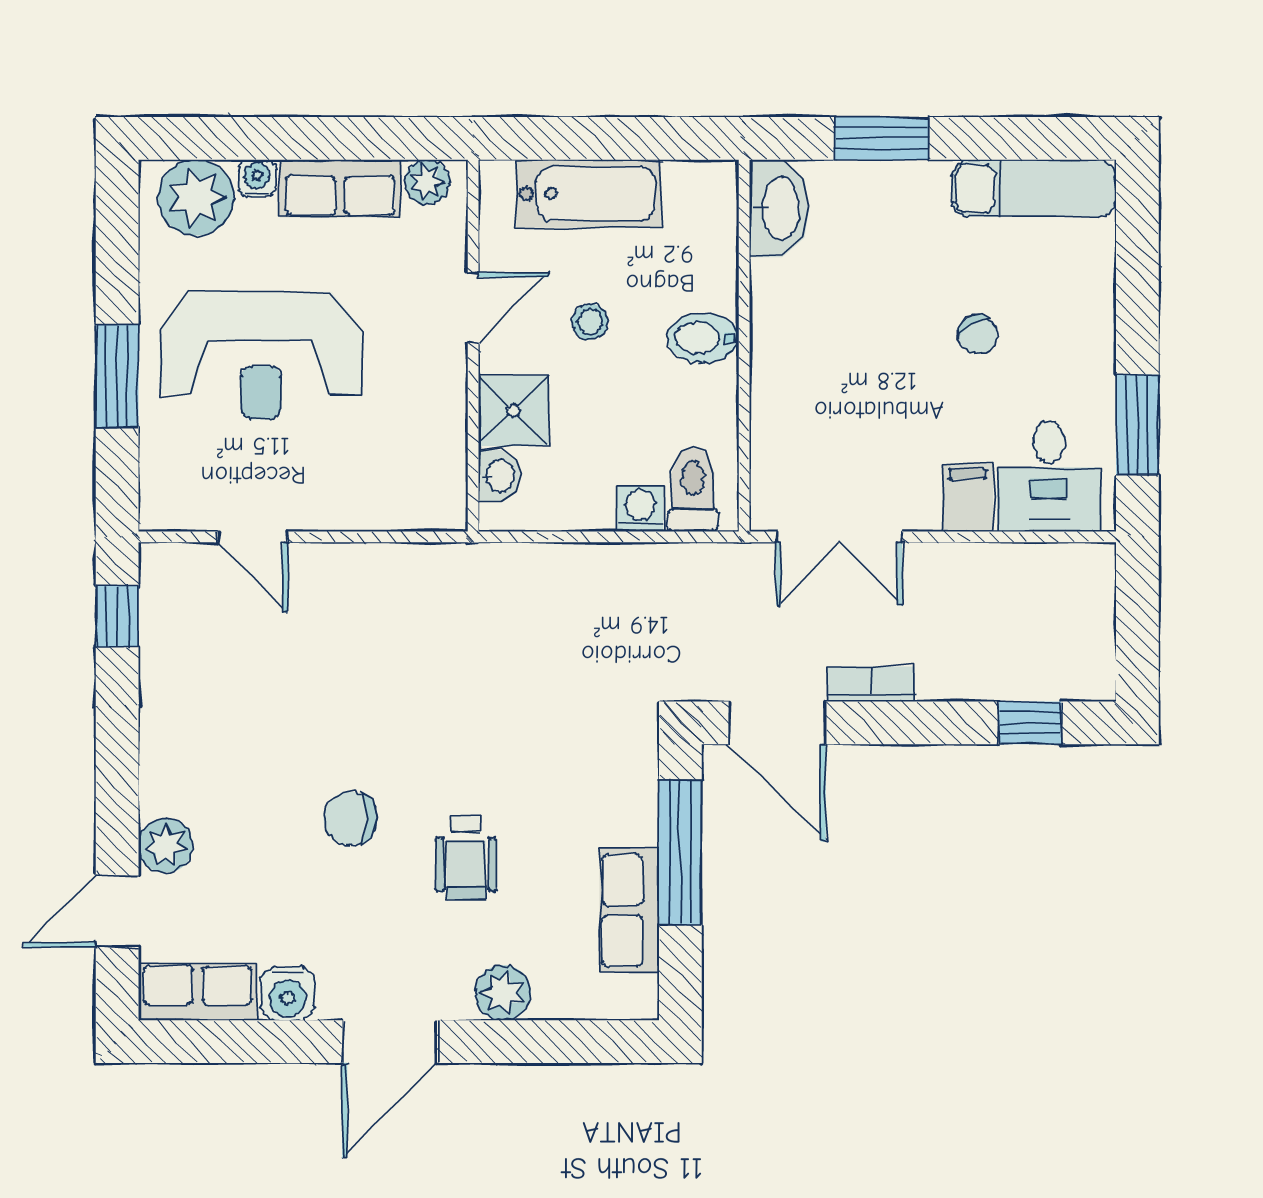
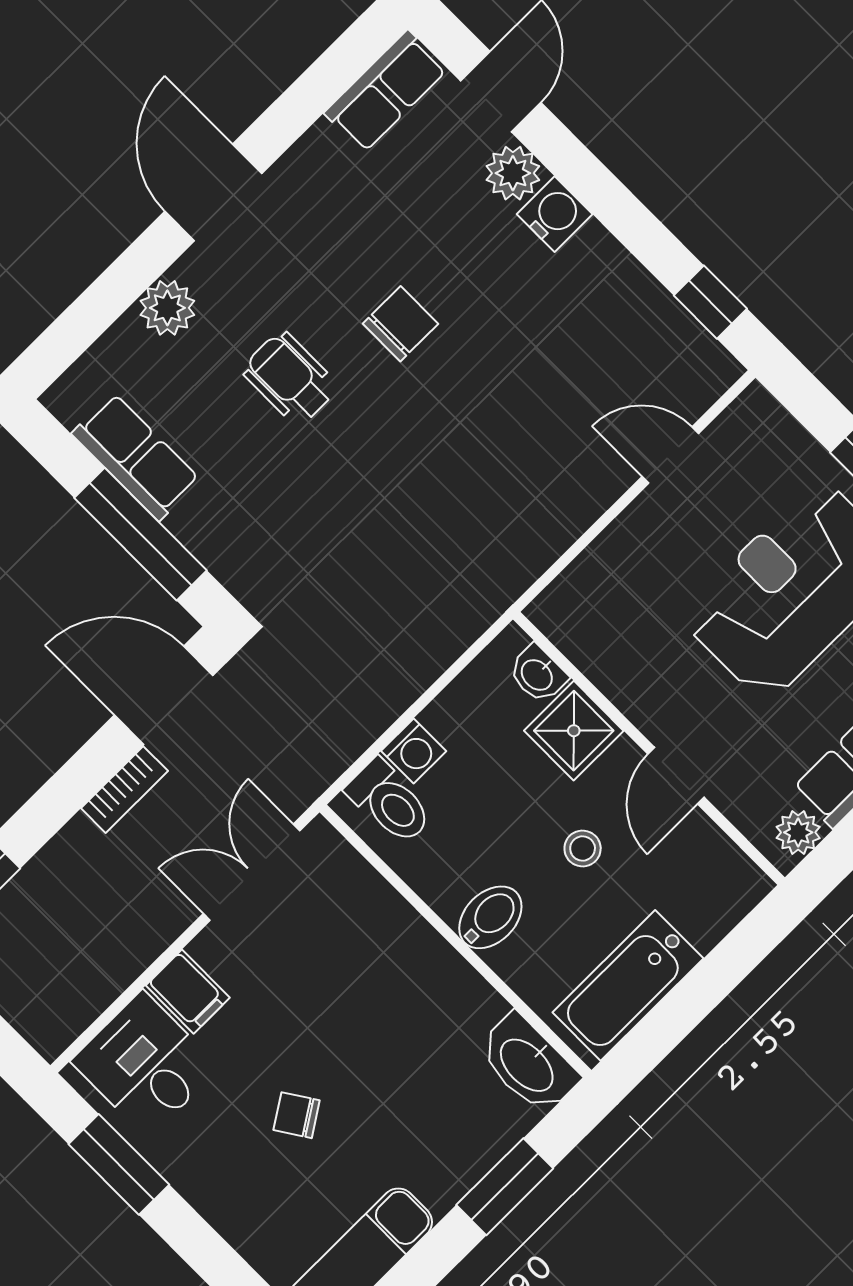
bathtub: (588, 194) -> (628, 985), moved
water cooler: (288, 994) -> (555, 214), moved, turned 90

